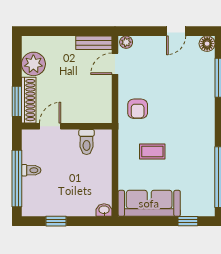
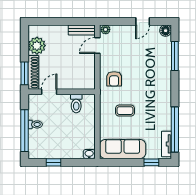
tv unit: (208, 197) -> (166, 144), added

